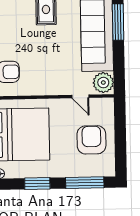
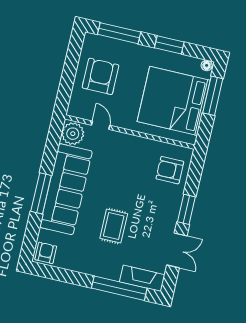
armchair: (91, 140) -> (101, 76), turned 180

